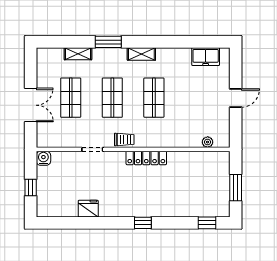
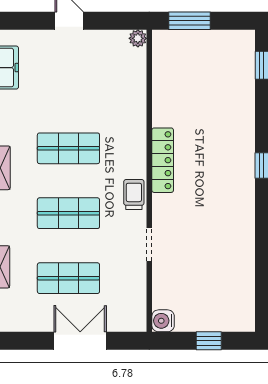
plant: (208, 142) -> (138, 38), moved
window: (236, 188) -> (190, 21), moved
fridge: (88, 209) -> (242, 251), removed

